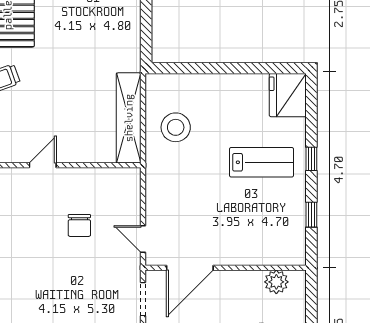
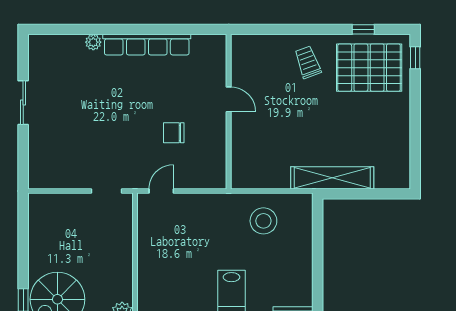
shelving: (129, 118) -> (332, 178), moved
door: (190, 268) -> (135, 234), removed

